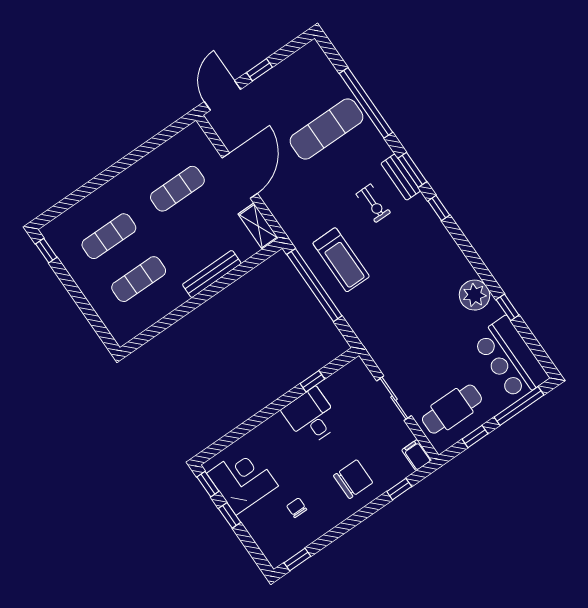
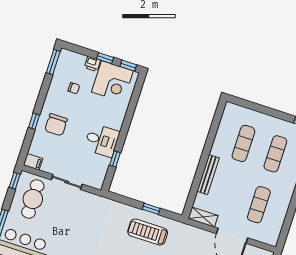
window: (314, 285) -> (151, 209), width x0.32
window: (475, 436) -> (15, 181), moved
window: (399, 489) -> (34, 121), moved
printer: (251, 520) -> (92, 64), added
window: (297, 559) -> (53, 62), width x1.50

